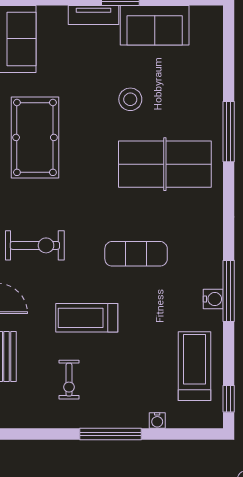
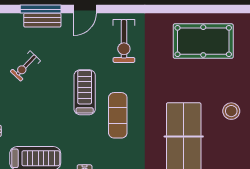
treadmill: (87, 318) -> (85, 92), moved
exercise bike: (69, 380) -> (25, 66), turned -46

